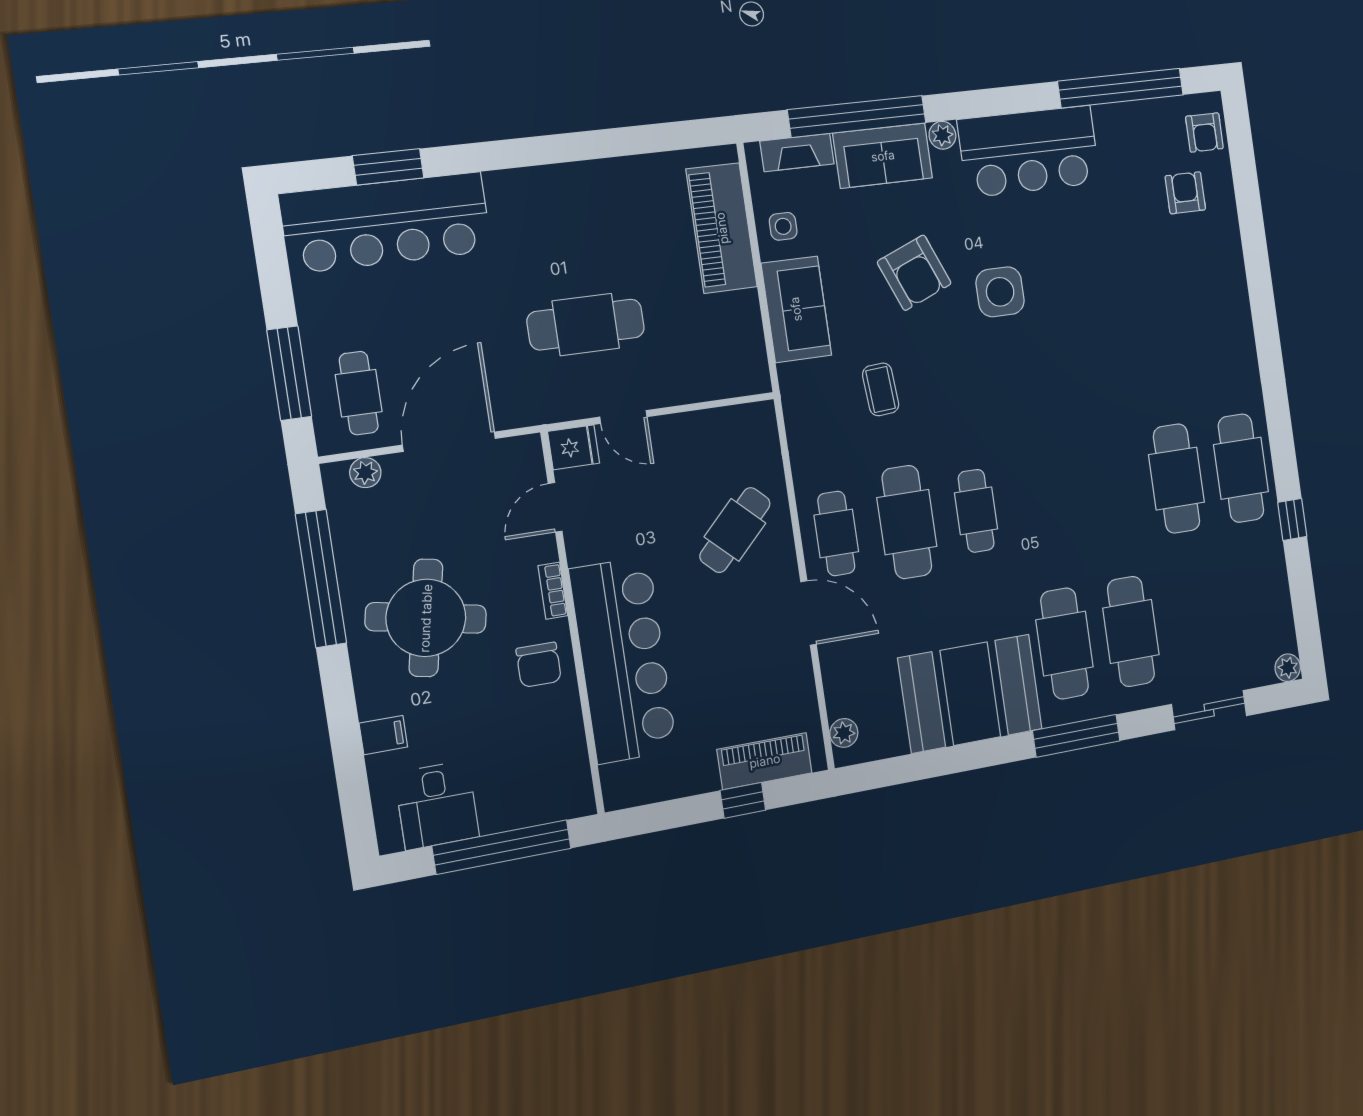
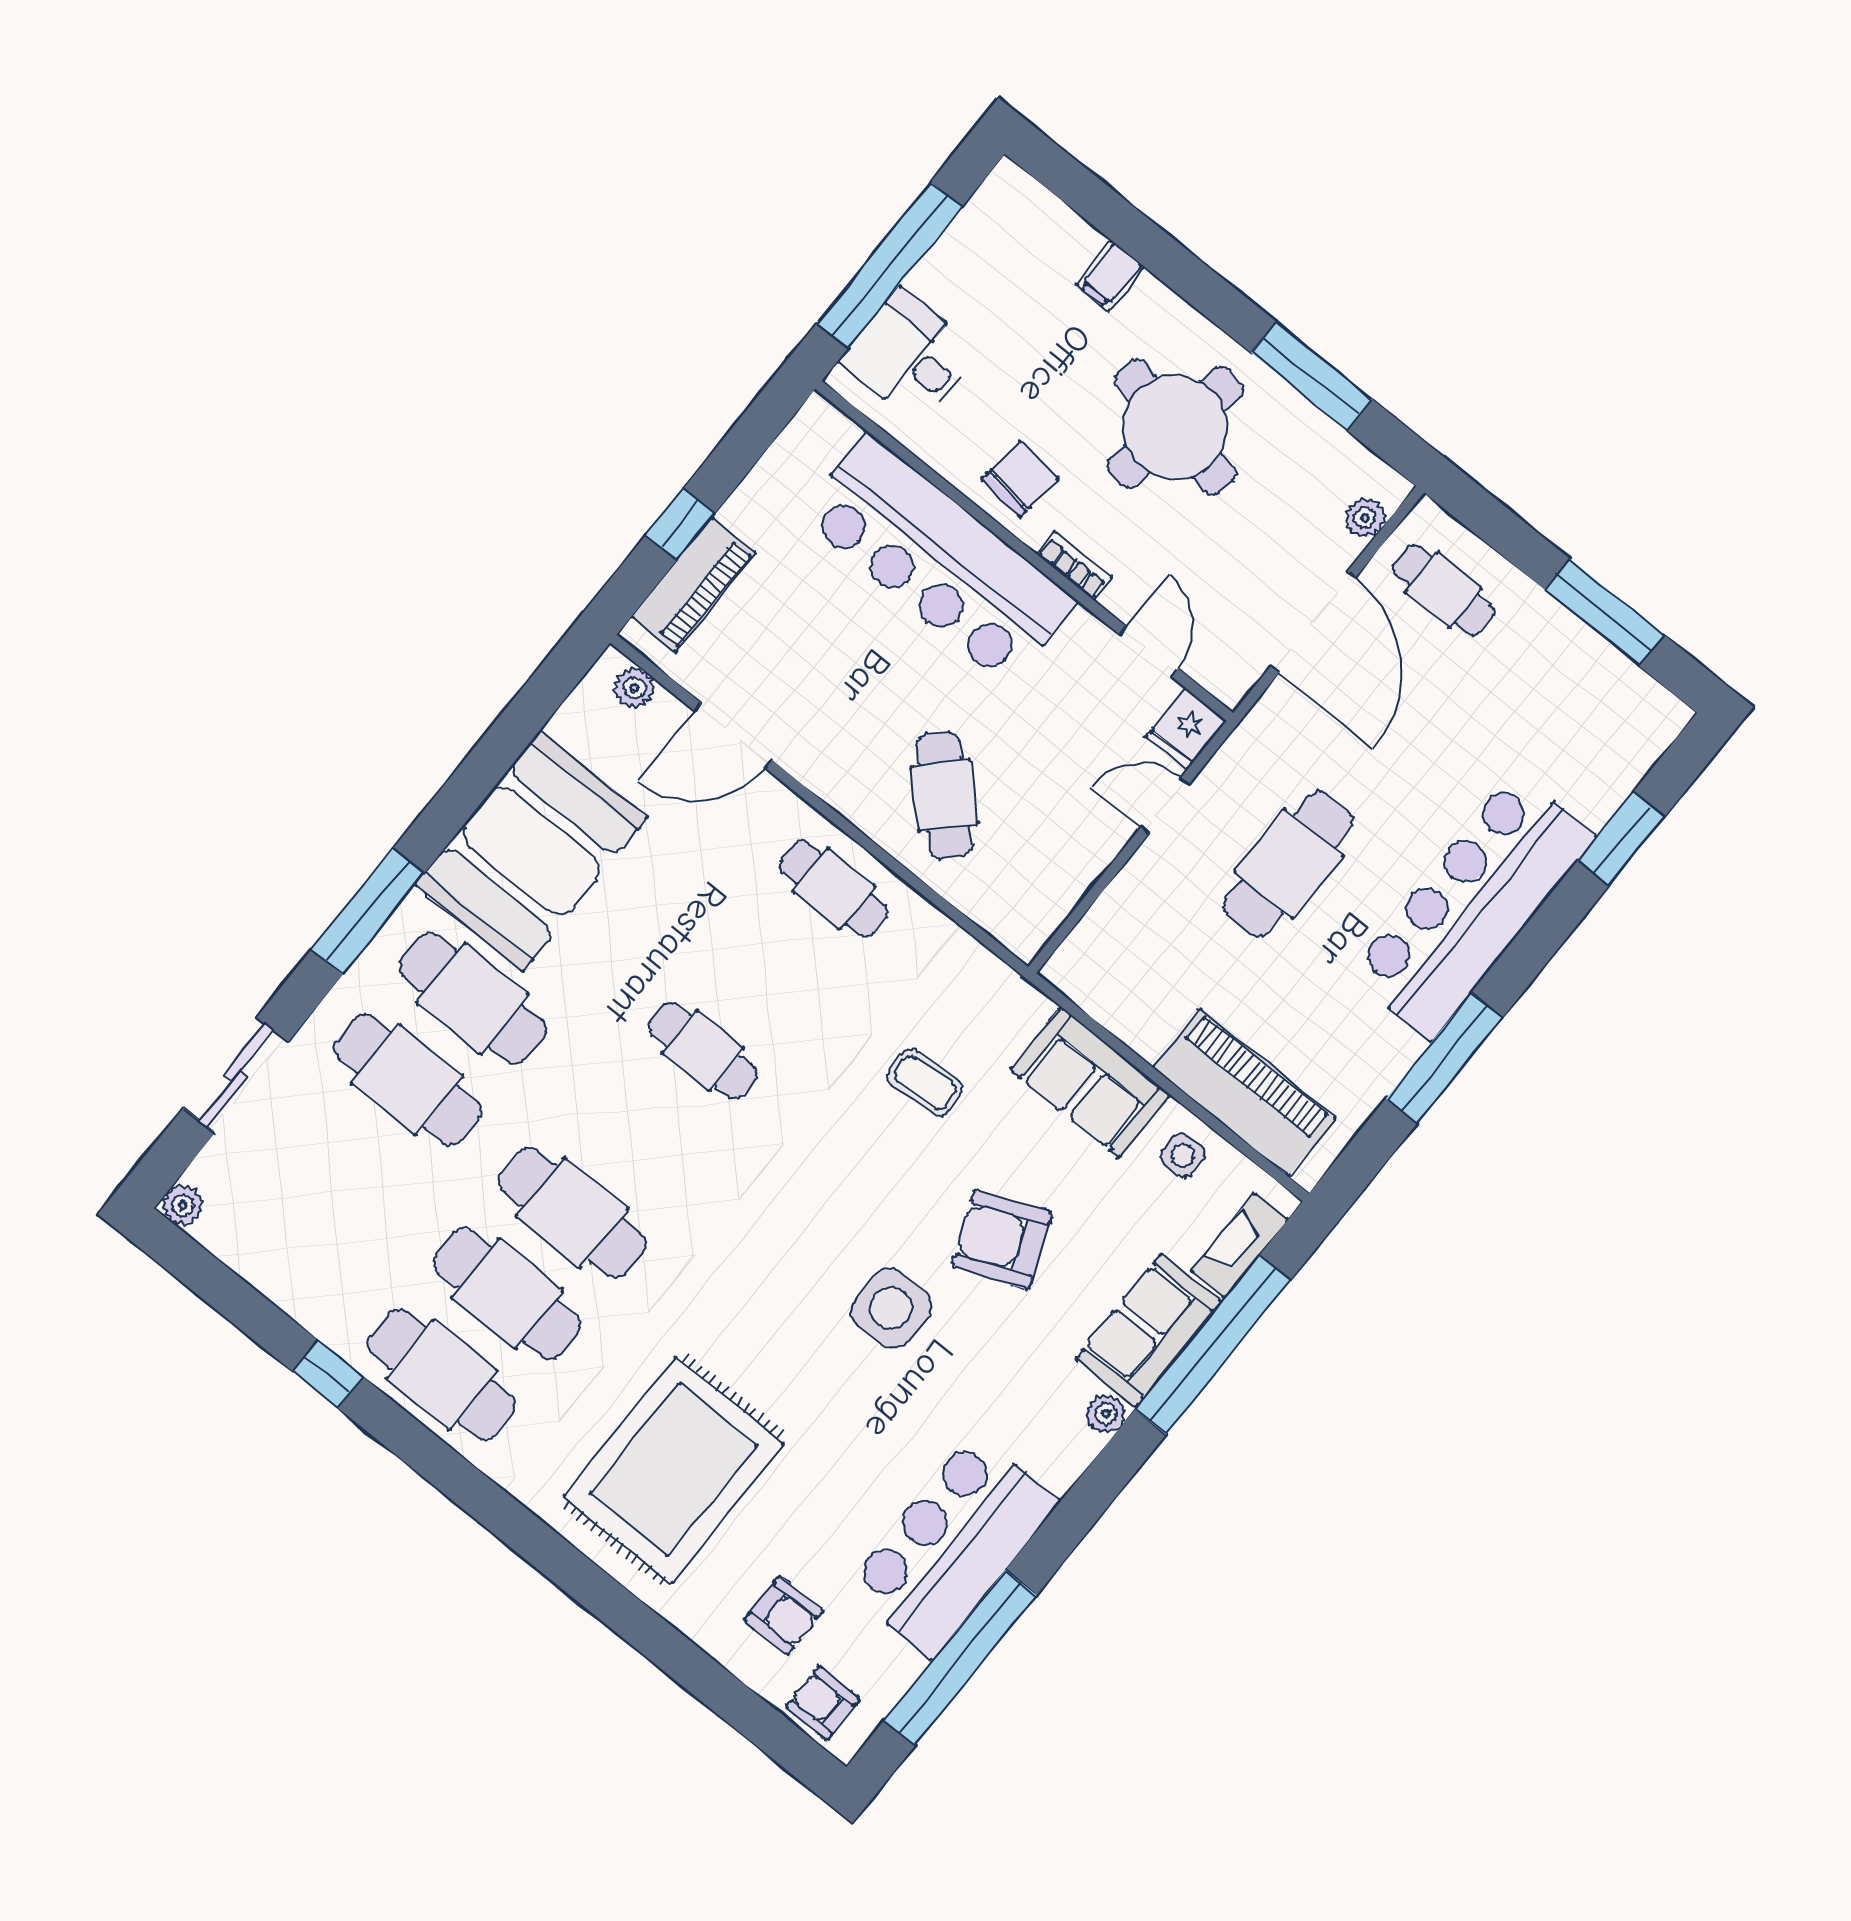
window: (599, 144) -> (1444, 1058), added
bar counter: (1029, 151) -> (953, 1545), moved
bar counter: (386, 223) -> (1472, 906), moved
rug: (1174, 315) -> (674, 1470), added
window: (289, 373) -> (1604, 612), moved
cafe table: (907, 522) -> (572, 1213), moved
window: (321, 579) -> (1312, 376), width x0.68
door: (809, 613) -> (733, 735), moved
chair: (539, 665) -> (1020, 479), turned 96
desk: (437, 805) -> (909, 356), moved

